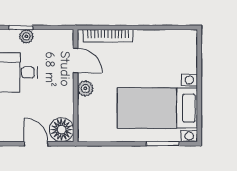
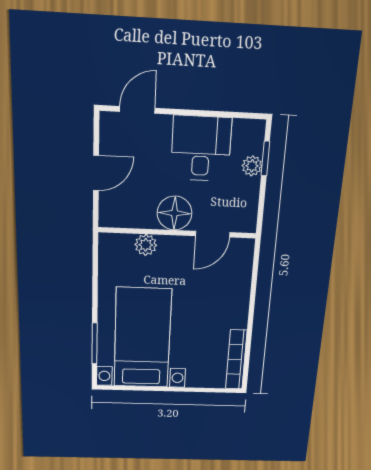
bookcase: (108, 36) -> (236, 360), moved
plant: (85, 88) -> (146, 245), moved
floor lamp: (62, 130) -> (175, 213), moved

